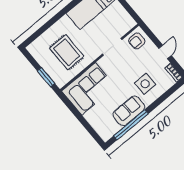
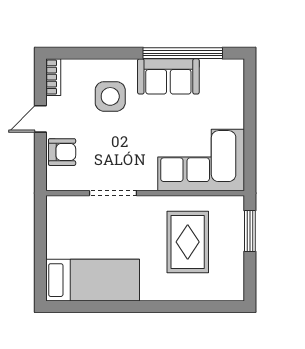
armchair: (137, 41) -> (62, 152), moved

